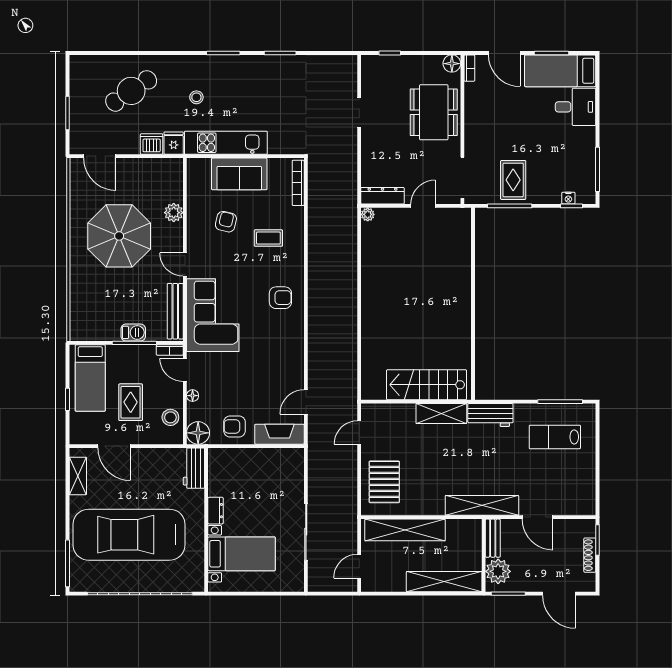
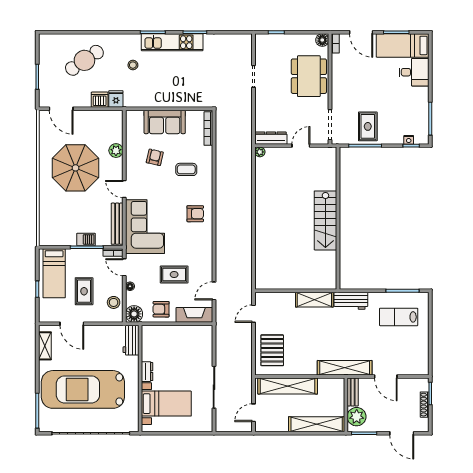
kitchen unit: (226, 143) -> (172, 42), moved, turned 180
rug: (252, 380) -> (174, 275), added
stairs: (427, 385) -> (325, 220), moved, turned -90

